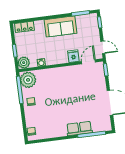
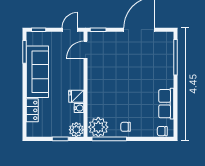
sofa: (60, 26) -> (37, 72), width x1.36
locker: (24, 27) -> (32, 110), moved
fridge: (73, 56) -> (76, 96), moved
door: (88, 62) -> (85, 50), hinge flipped
row of seats: (79, 128) -> (166, 104), moved

